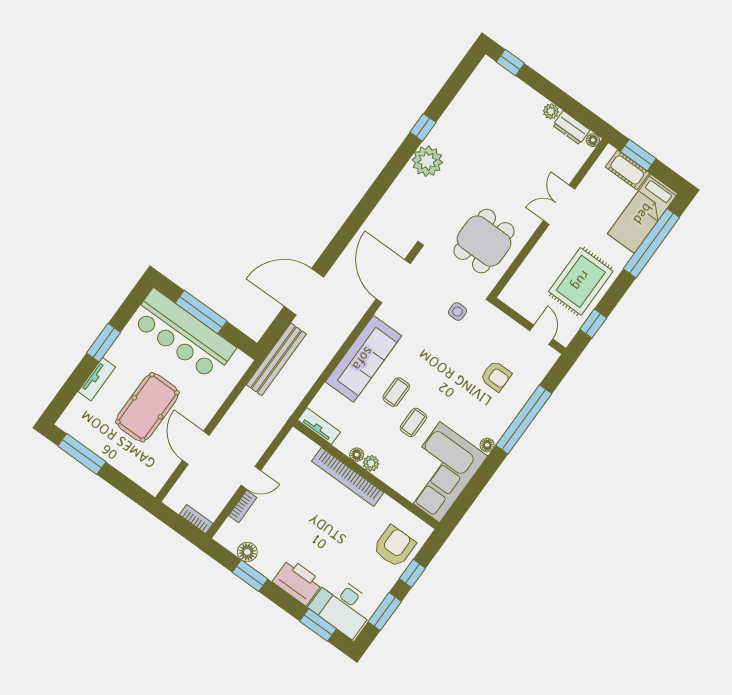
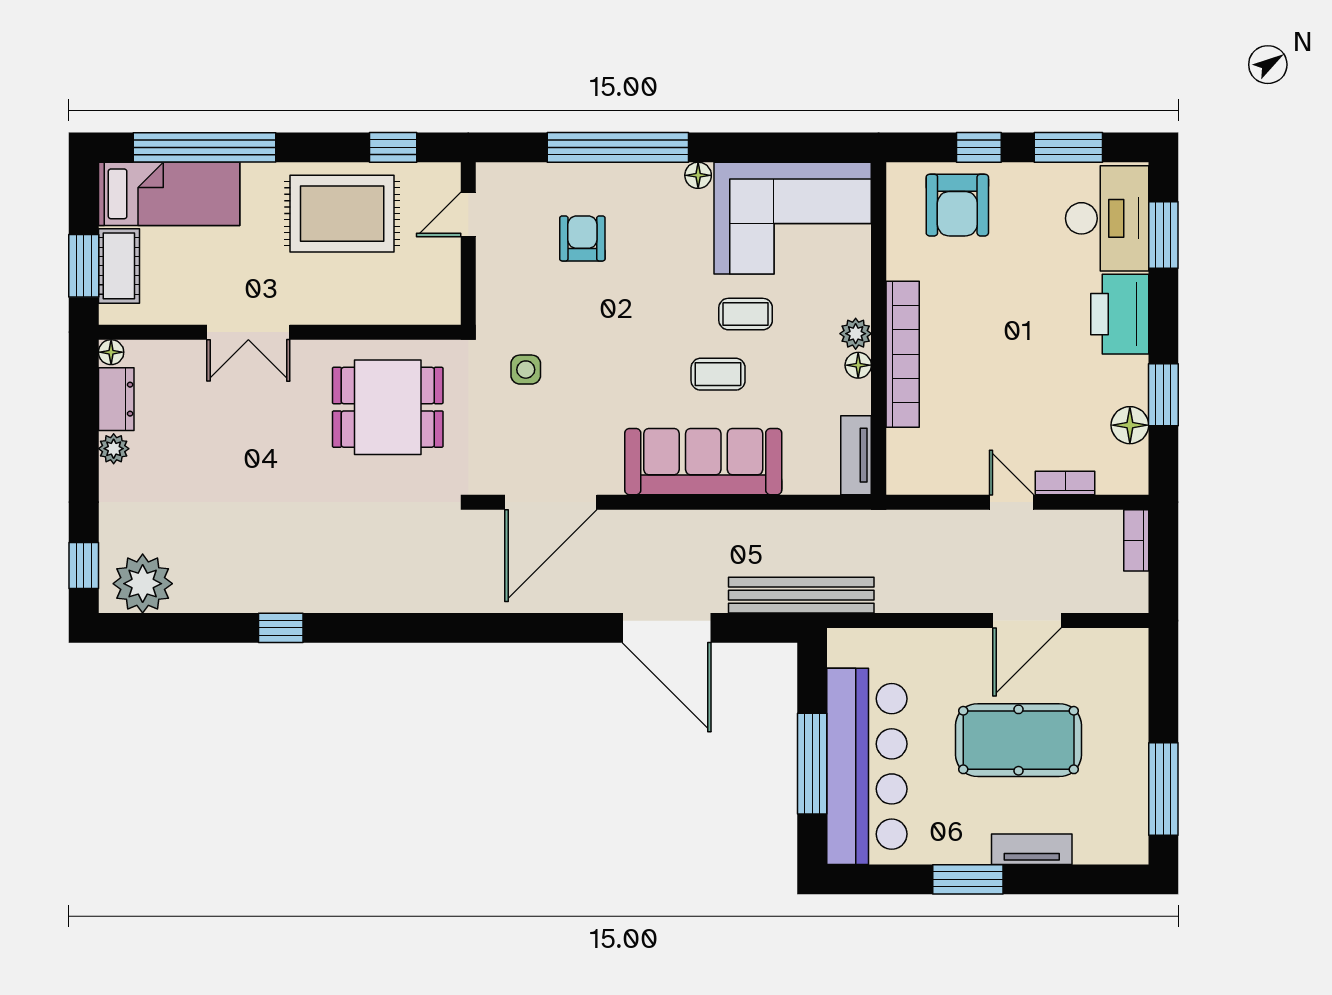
plant: (427, 161) -> (143, 584), moved
armchair: (394, 546) -> (957, 205), turned -90

